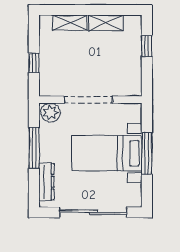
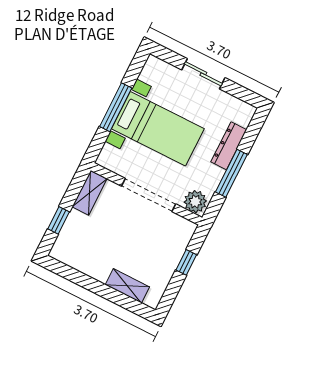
shelving: (106, 23) -> (90, 193), moved, turned 90
dresser: (46, 182) -> (229, 146), moved
sliding door: (93, 212) -> (203, 74), width x0.54

